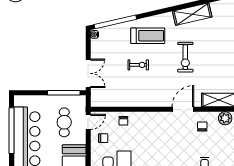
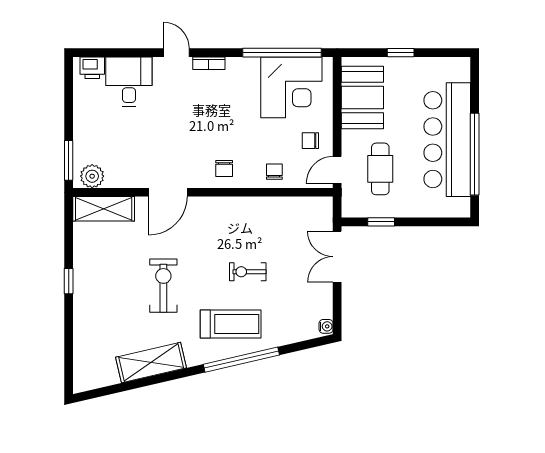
window: (115, 22) -> (241, 360), moved
treadmill: (148, 36) -> (231, 324), turned 180
window: (64, 93) -> (381, 222), width x0.46
chair: (202, 126) -> (224, 168), moved

